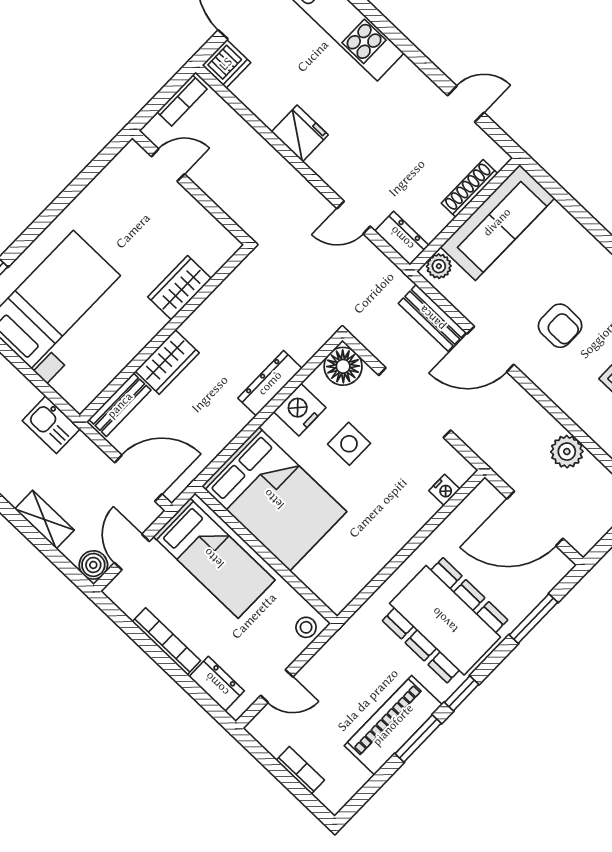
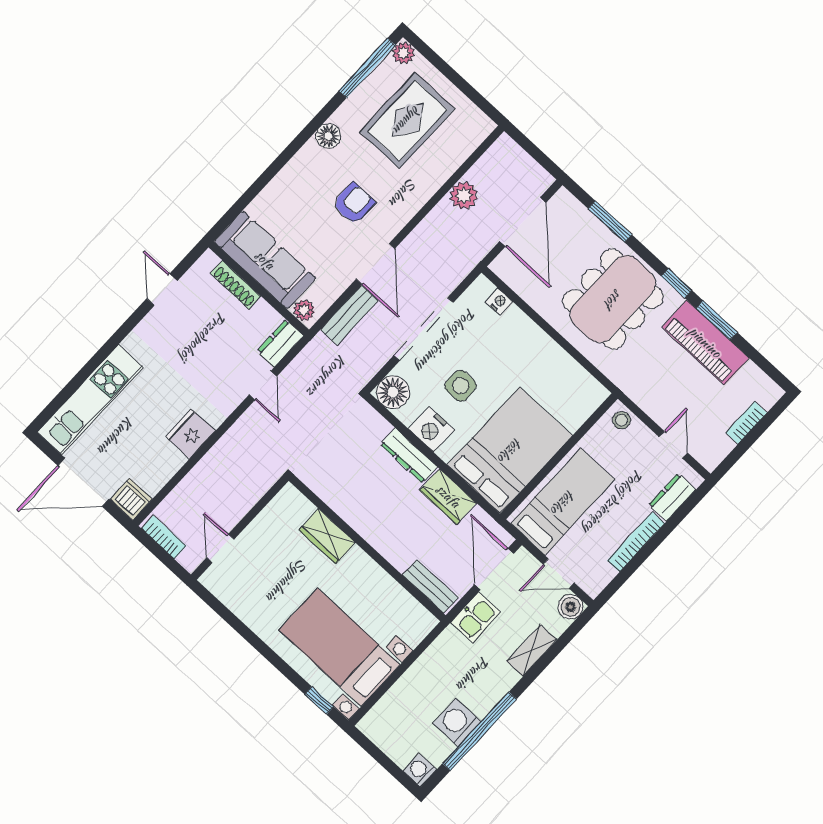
wardrobe: (167, 362) -> (448, 496), moved, turned 180
kitchen sink: (51, 425) -> (475, 617), moved

